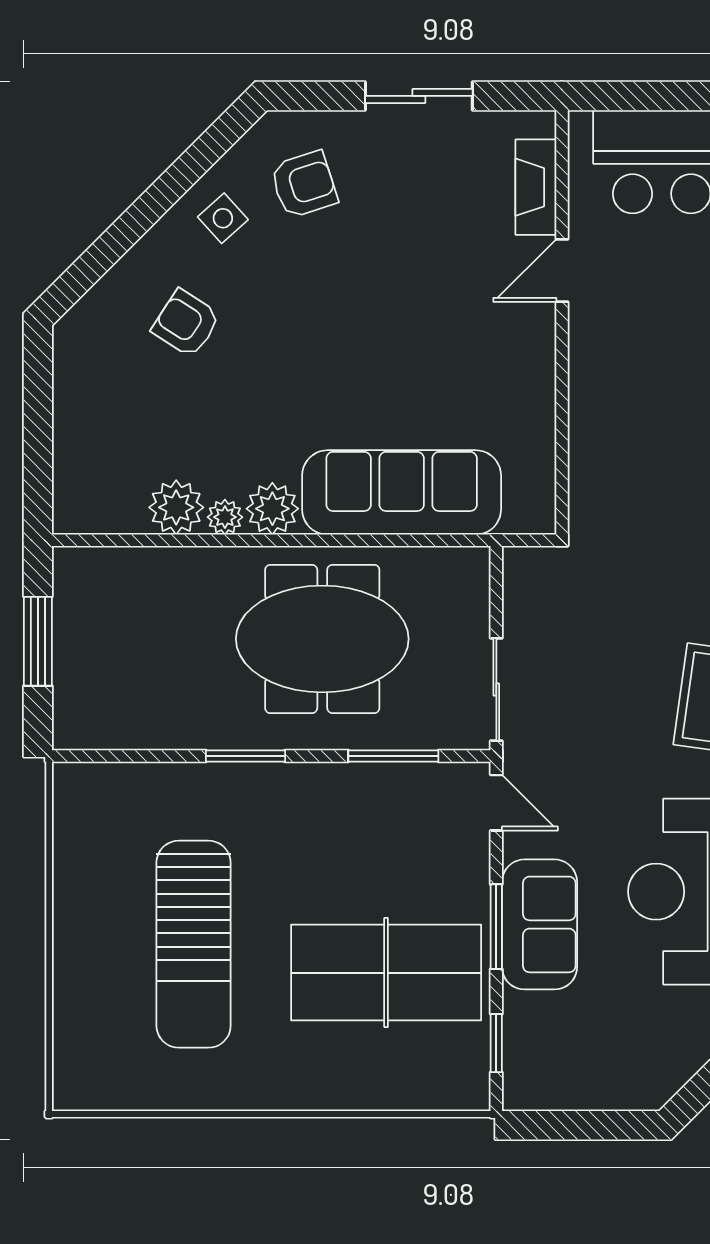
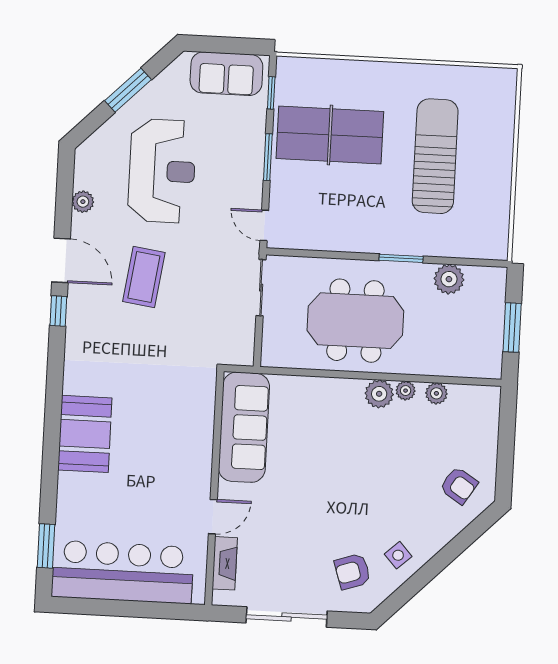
sliding door: (419, 96) -> (287, 617), width x1.37
armchair: (186, 323) -> (459, 485), moved
sofa: (402, 492) -> (244, 427), moved, turned -90
plant: (176, 507) -> (436, 393), width x0.73, depth x0.73
plant: (157, 723) -> (449, 279), added
window: (393, 756) -> (320, 254), removed
sofa: (540, 924) -> (226, 74), moved, turned -90

